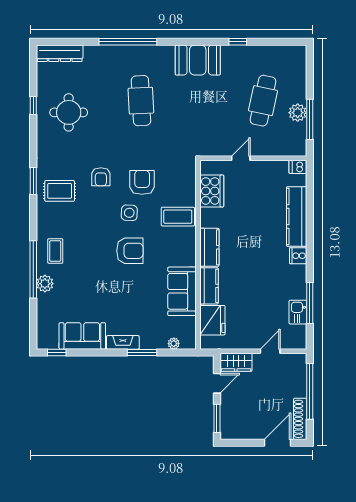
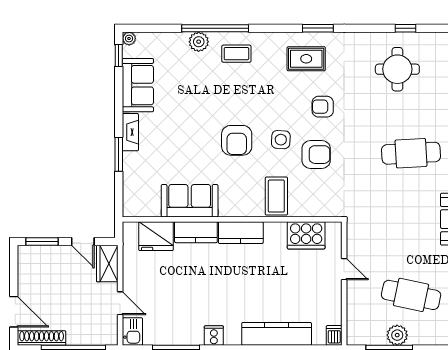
rug: (60, 191) -> (306, 59), turned 90
cooker: (298, 256) -> (214, 336), moved
kitchen sink: (298, 312) -> (132, 332), moved, turned 90
plant: (174, 344) -> (129, 39), moved

